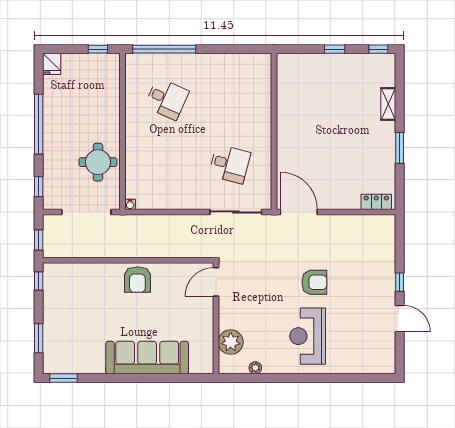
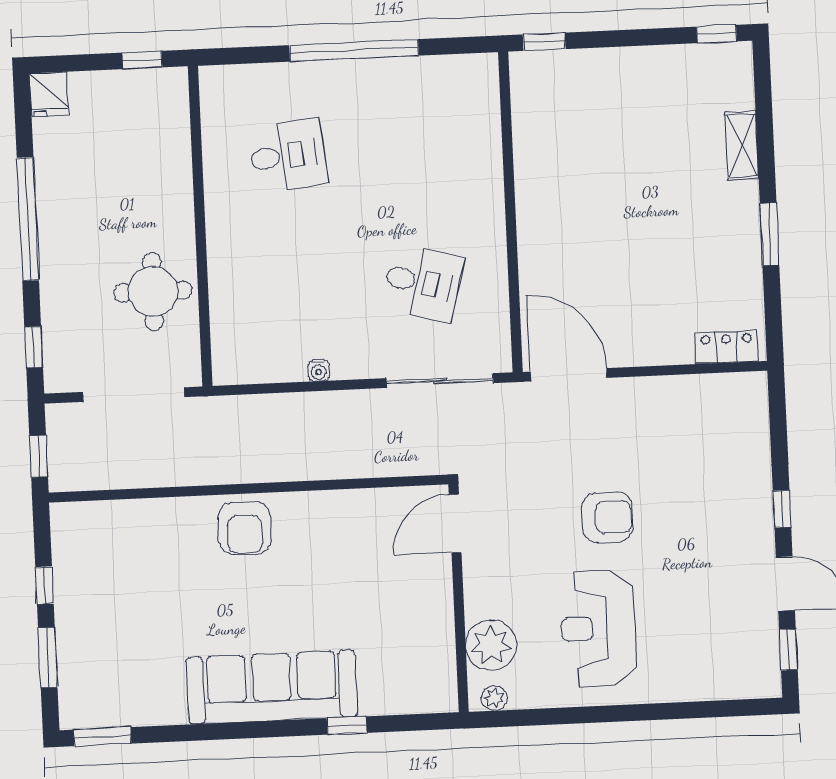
window: (164, 49) -> (354, 50), moved
window: (335, 49) -> (544, 42), moved
desk: (167, 99) -> (288, 155), turned -30
water cooler: (130, 204) -> (319, 370), moved
window: (39, 281) -> (44, 585), moved
door: (216, 282) -> (455, 523), moved
wall: (216, 318) -> (459, 598), moved
plant: (231, 342) -> (491, 645), moved
window: (400, 351) -> (788, 650), added
window: (183, 378) -> (347, 726), added

